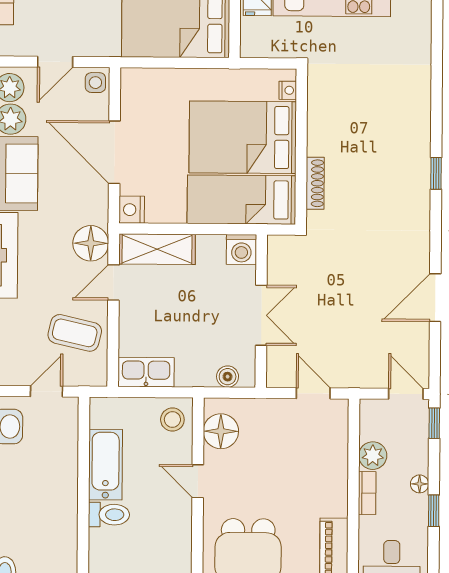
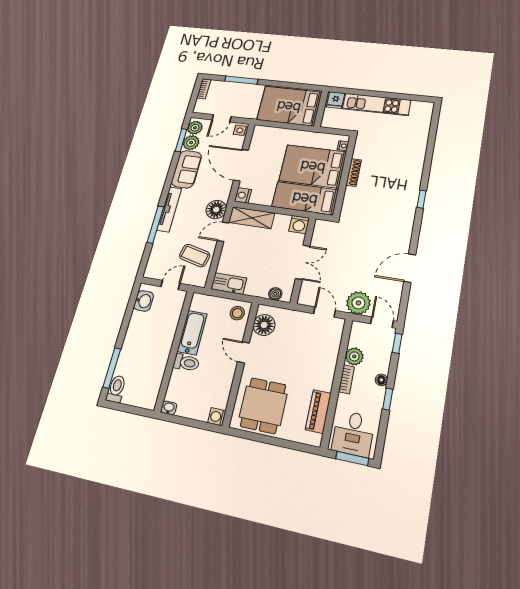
shoe rack: (315, 183) -> (354, 172), moved
plant: (364, 369) -> (358, 303), added

